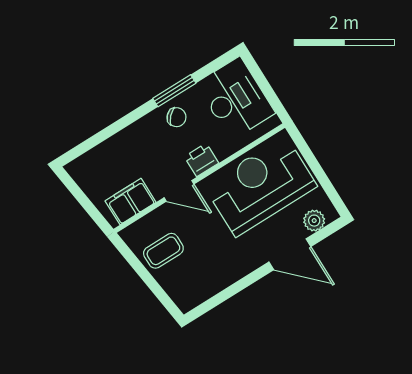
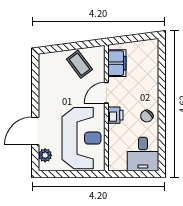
window: (174, 91) -> (162, 124), removed
desk: (235, 98) -> (143, 154), width x0.73
coffee table: (163, 251) -> (79, 64), turned -37

